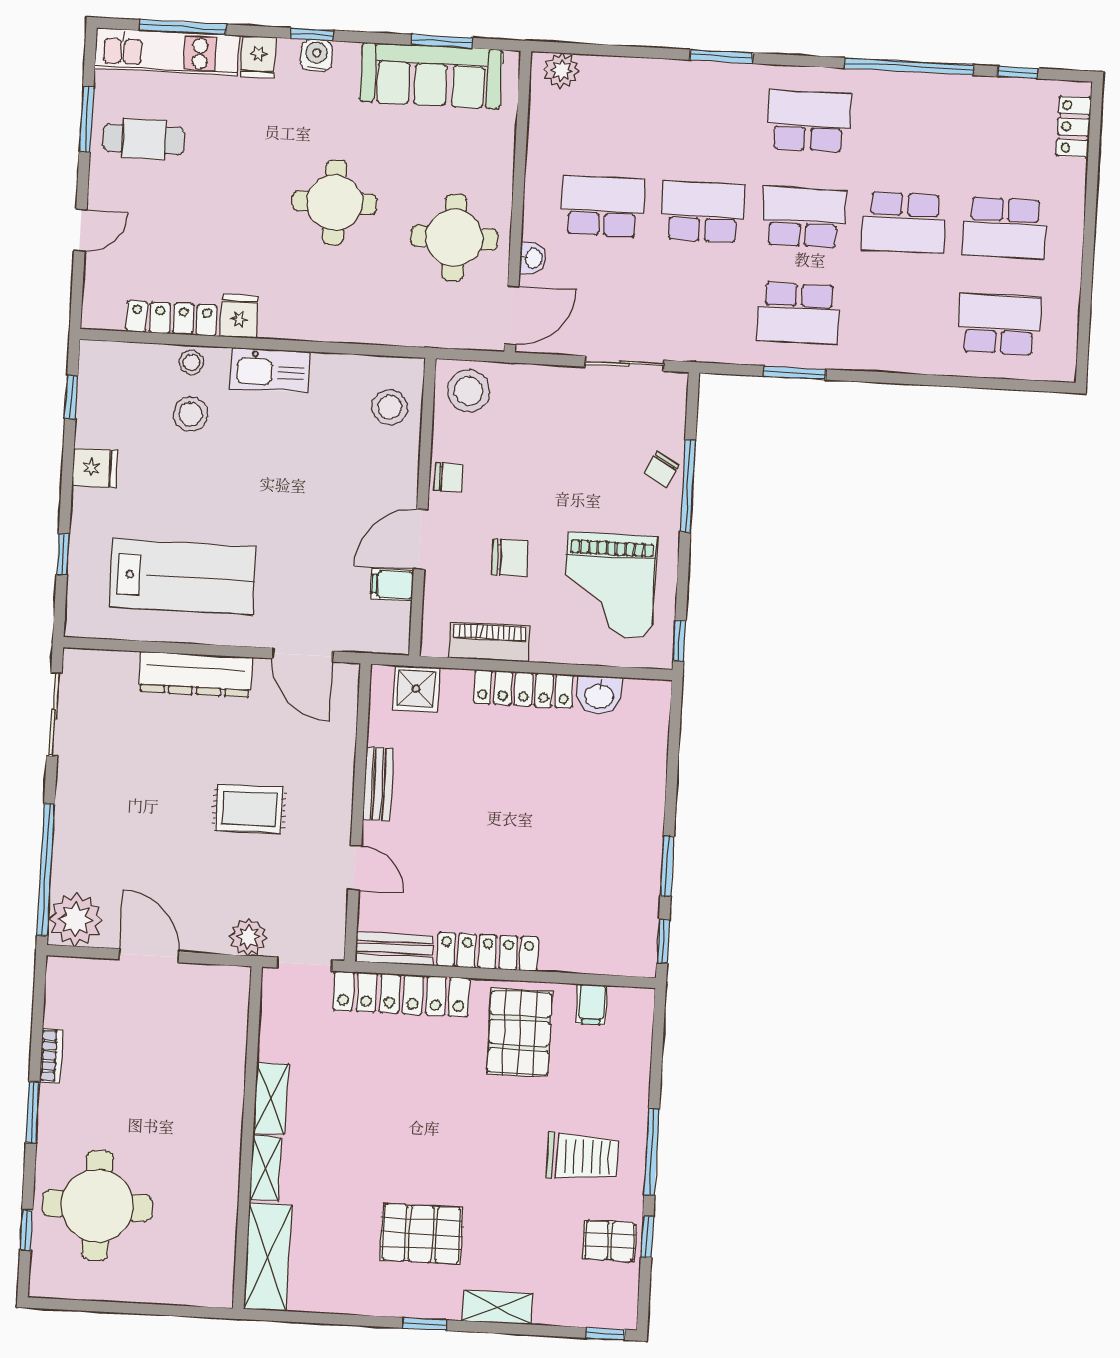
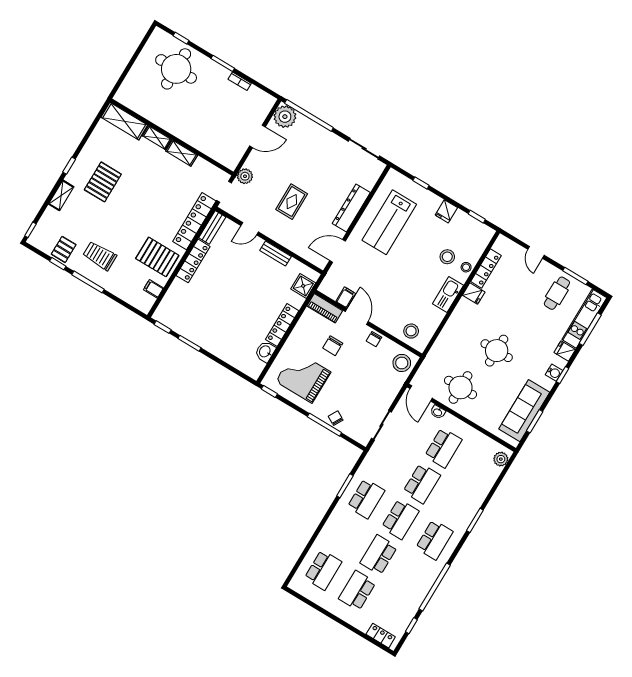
school desk: (798, 313) -> (366, 499), turned 180
piano: (489, 642) -> (325, 308), moved, turned 90
trolley: (582, 1157) -> (100, 256), turned 90

